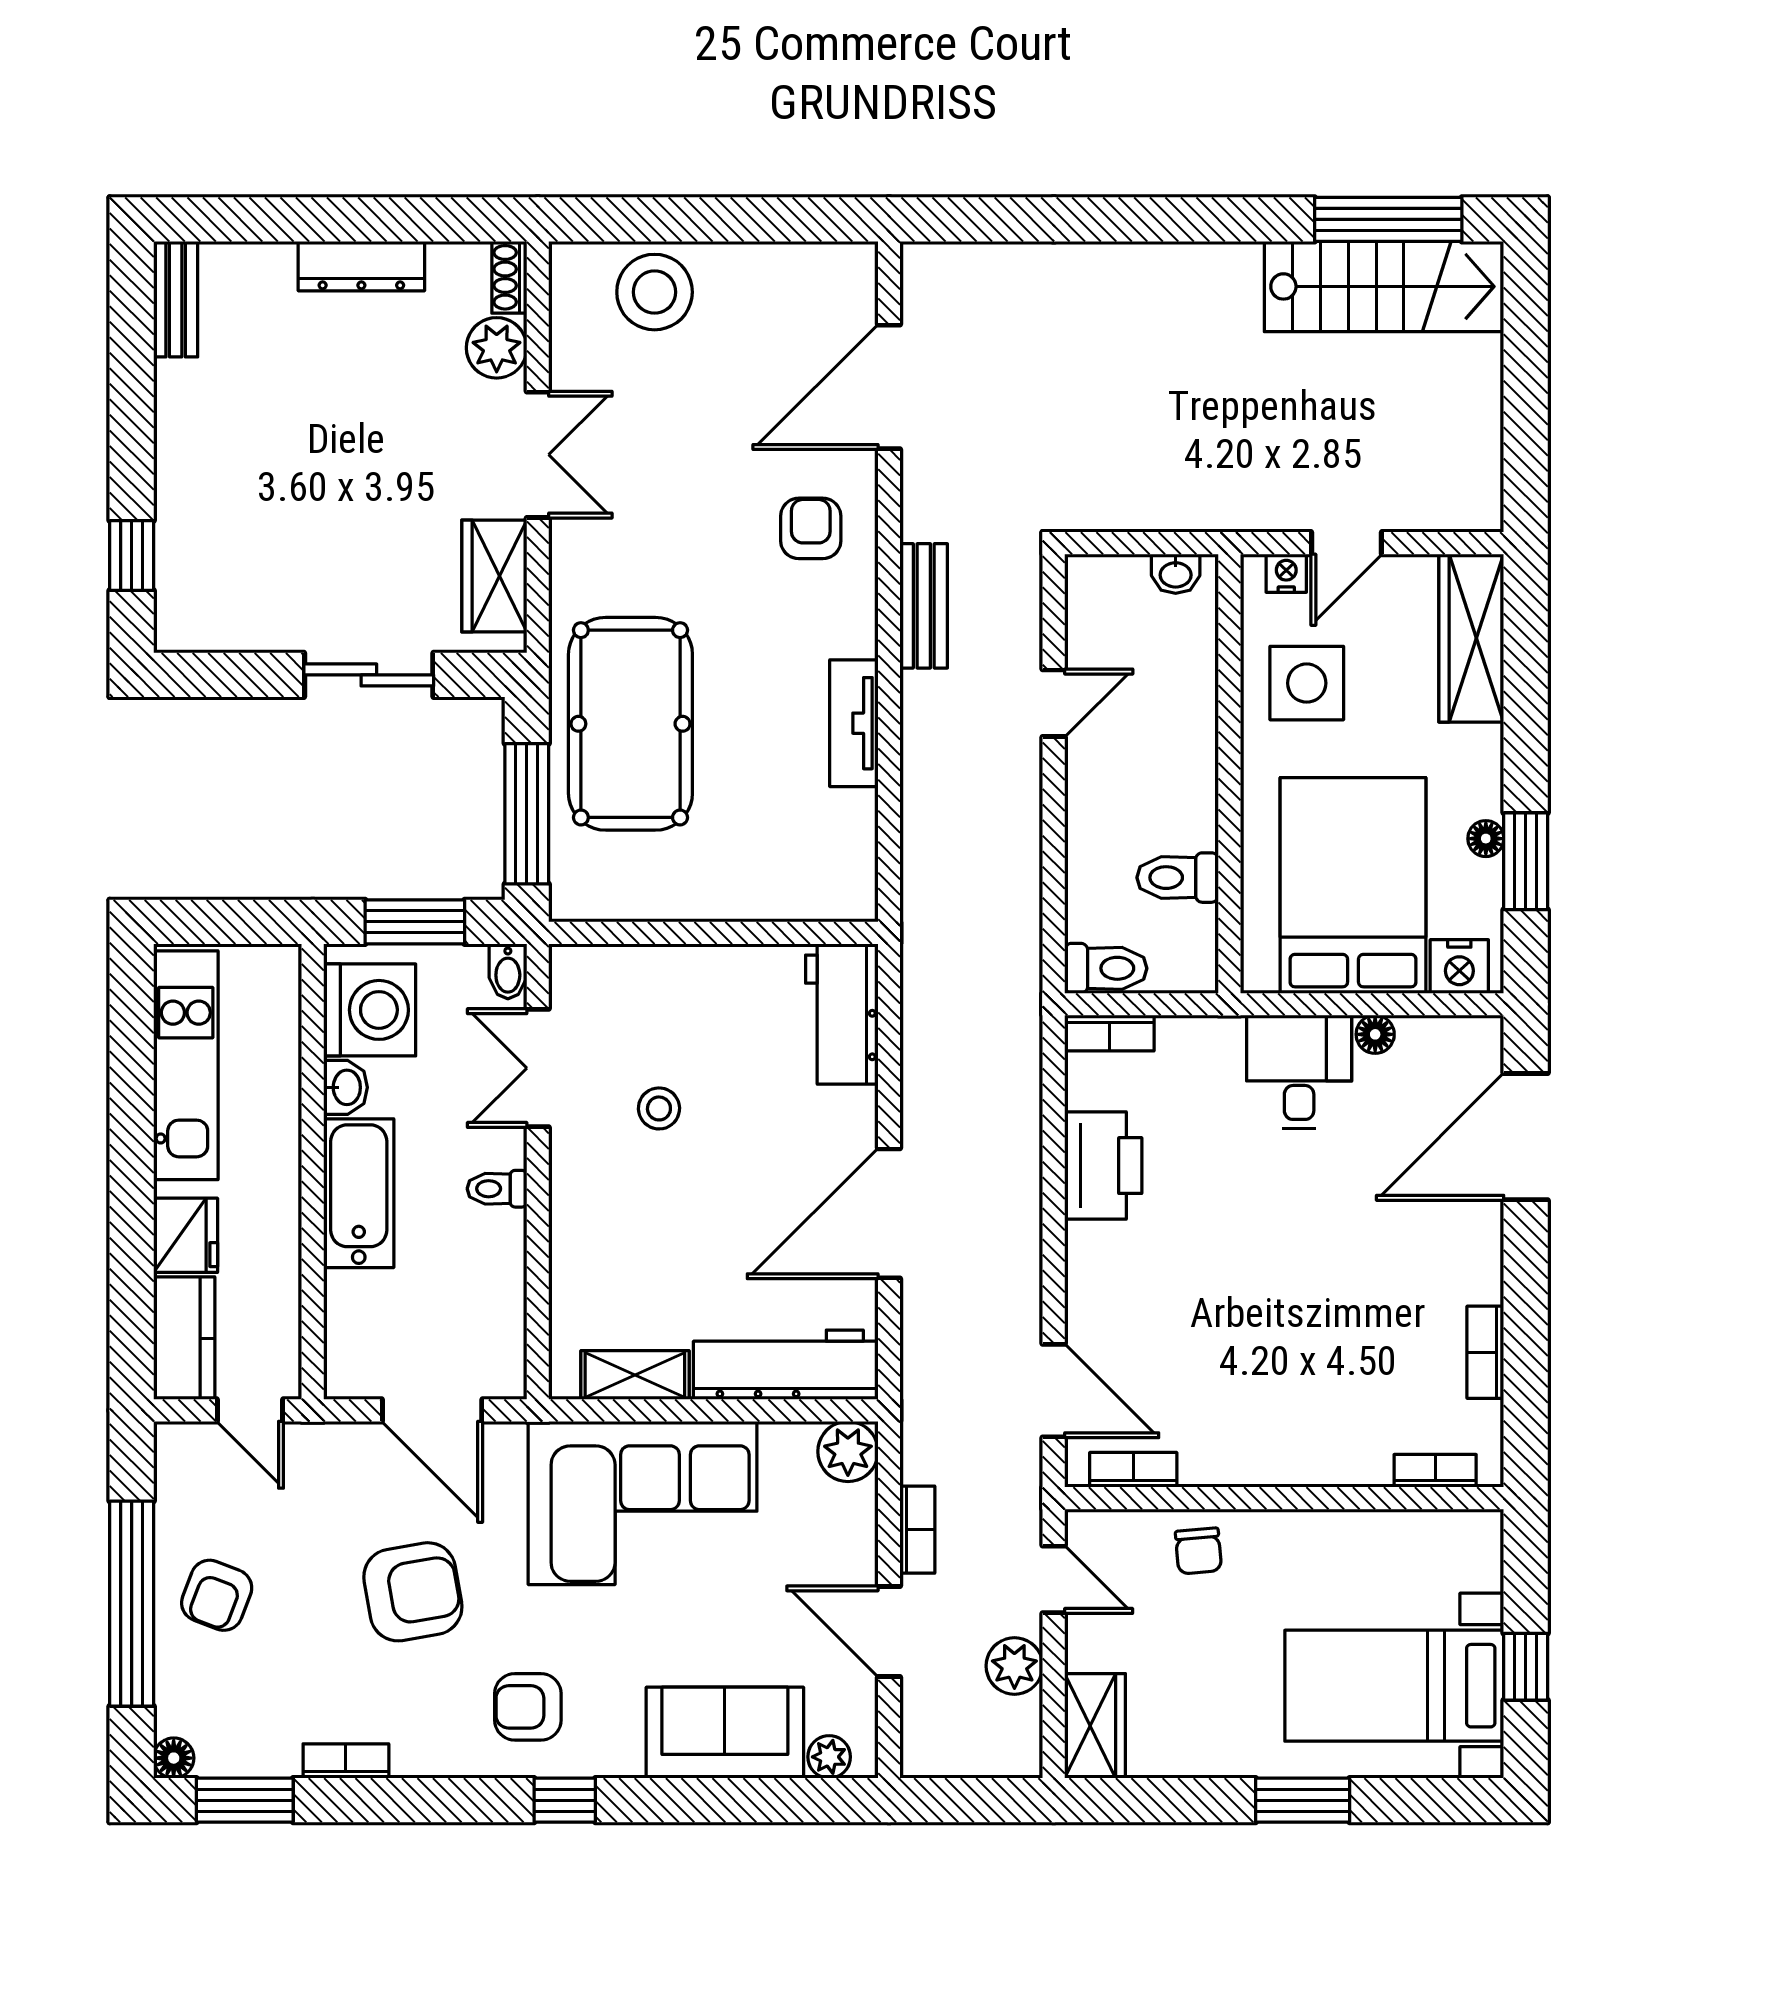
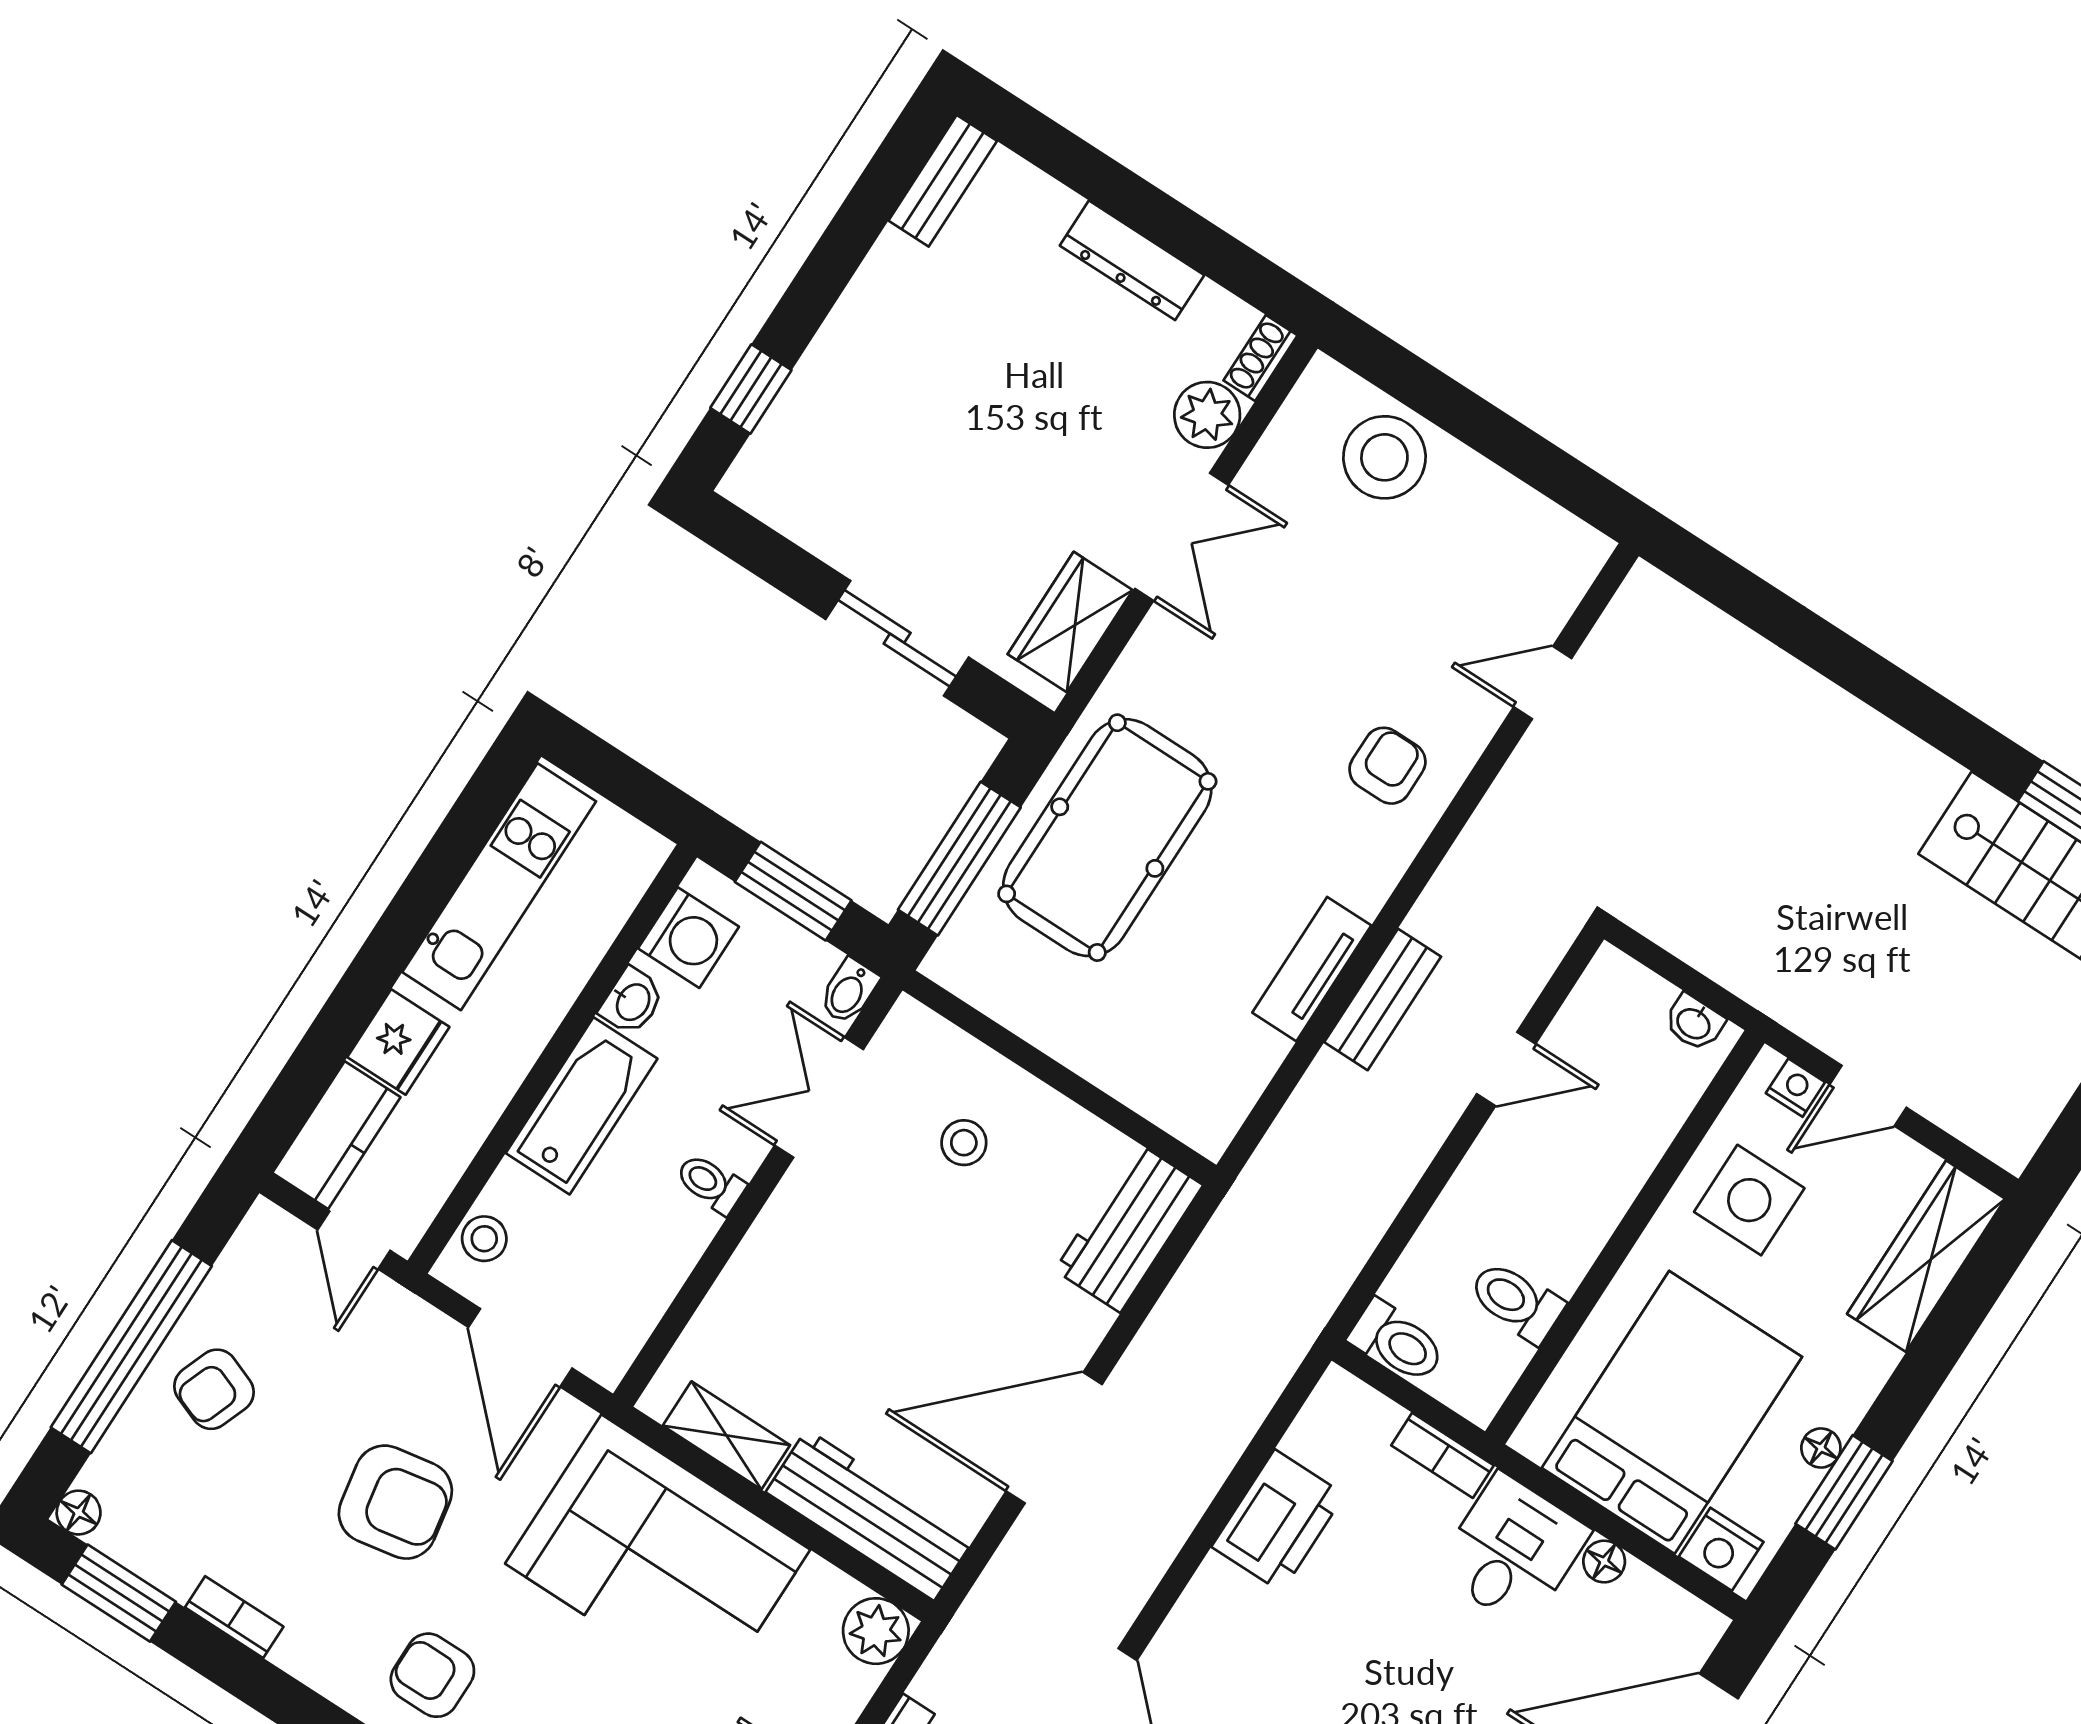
door: (889, 387) -> (1543, 683), width x0.53
bench: (924, 606) -> (1383, 999), moved
washing machine: (370, 1010) -> (689, 938), width x0.73, depth x0.73
bookcase: (1109, 1033) -> (1443, 1455), moved
stool: (659, 1108) -> (964, 1143), moved
stool: (350, 1344) -> (484, 1239), added

